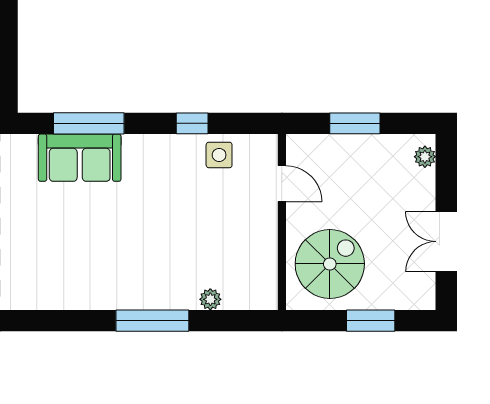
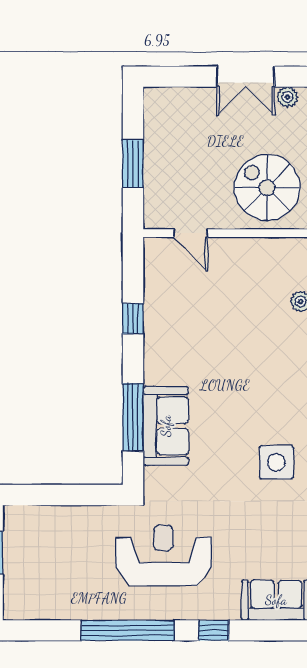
side table: (219, 155) -> (276, 462), moved, width x1.37, depth x1.37
plant: (425, 157) -> (287, 97), moved
door: (282, 184) -> (190, 233), swing flipped

